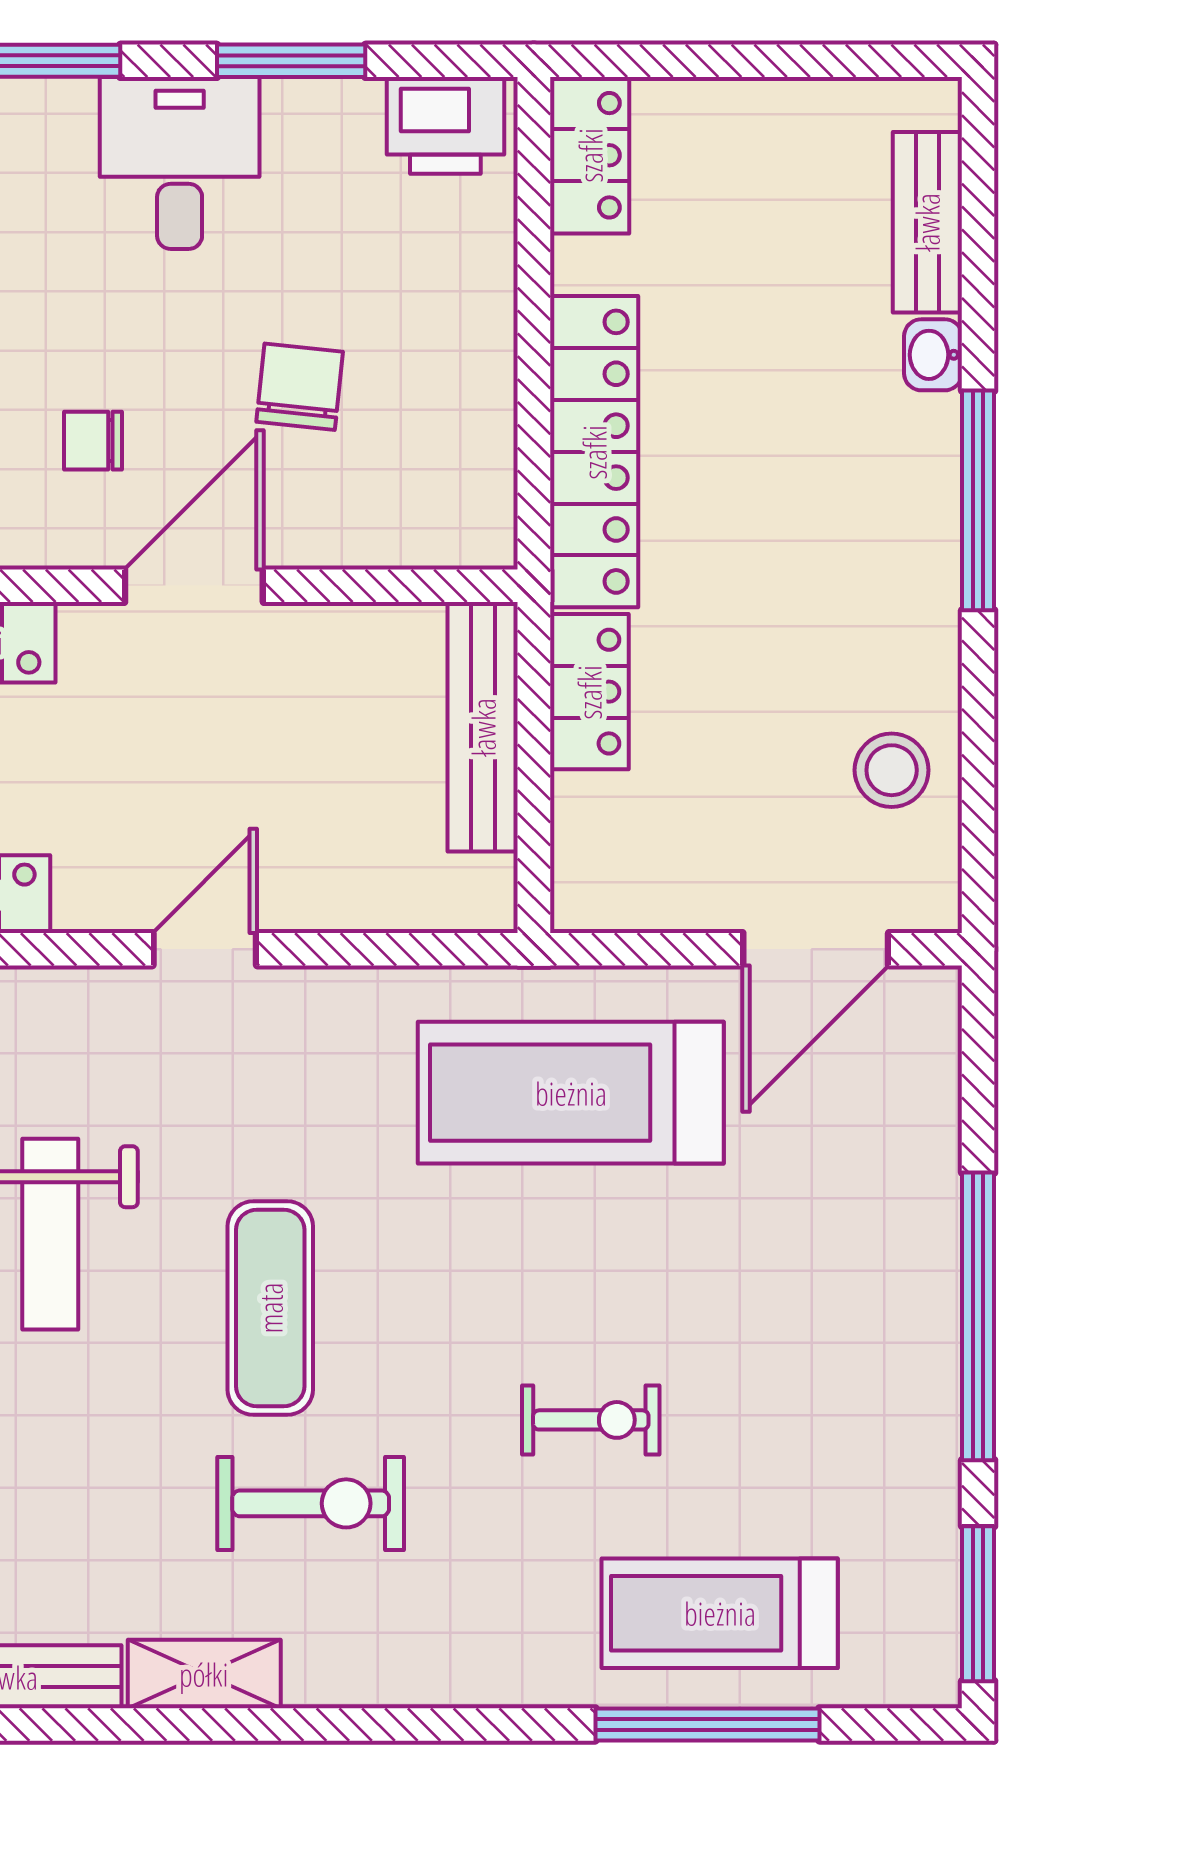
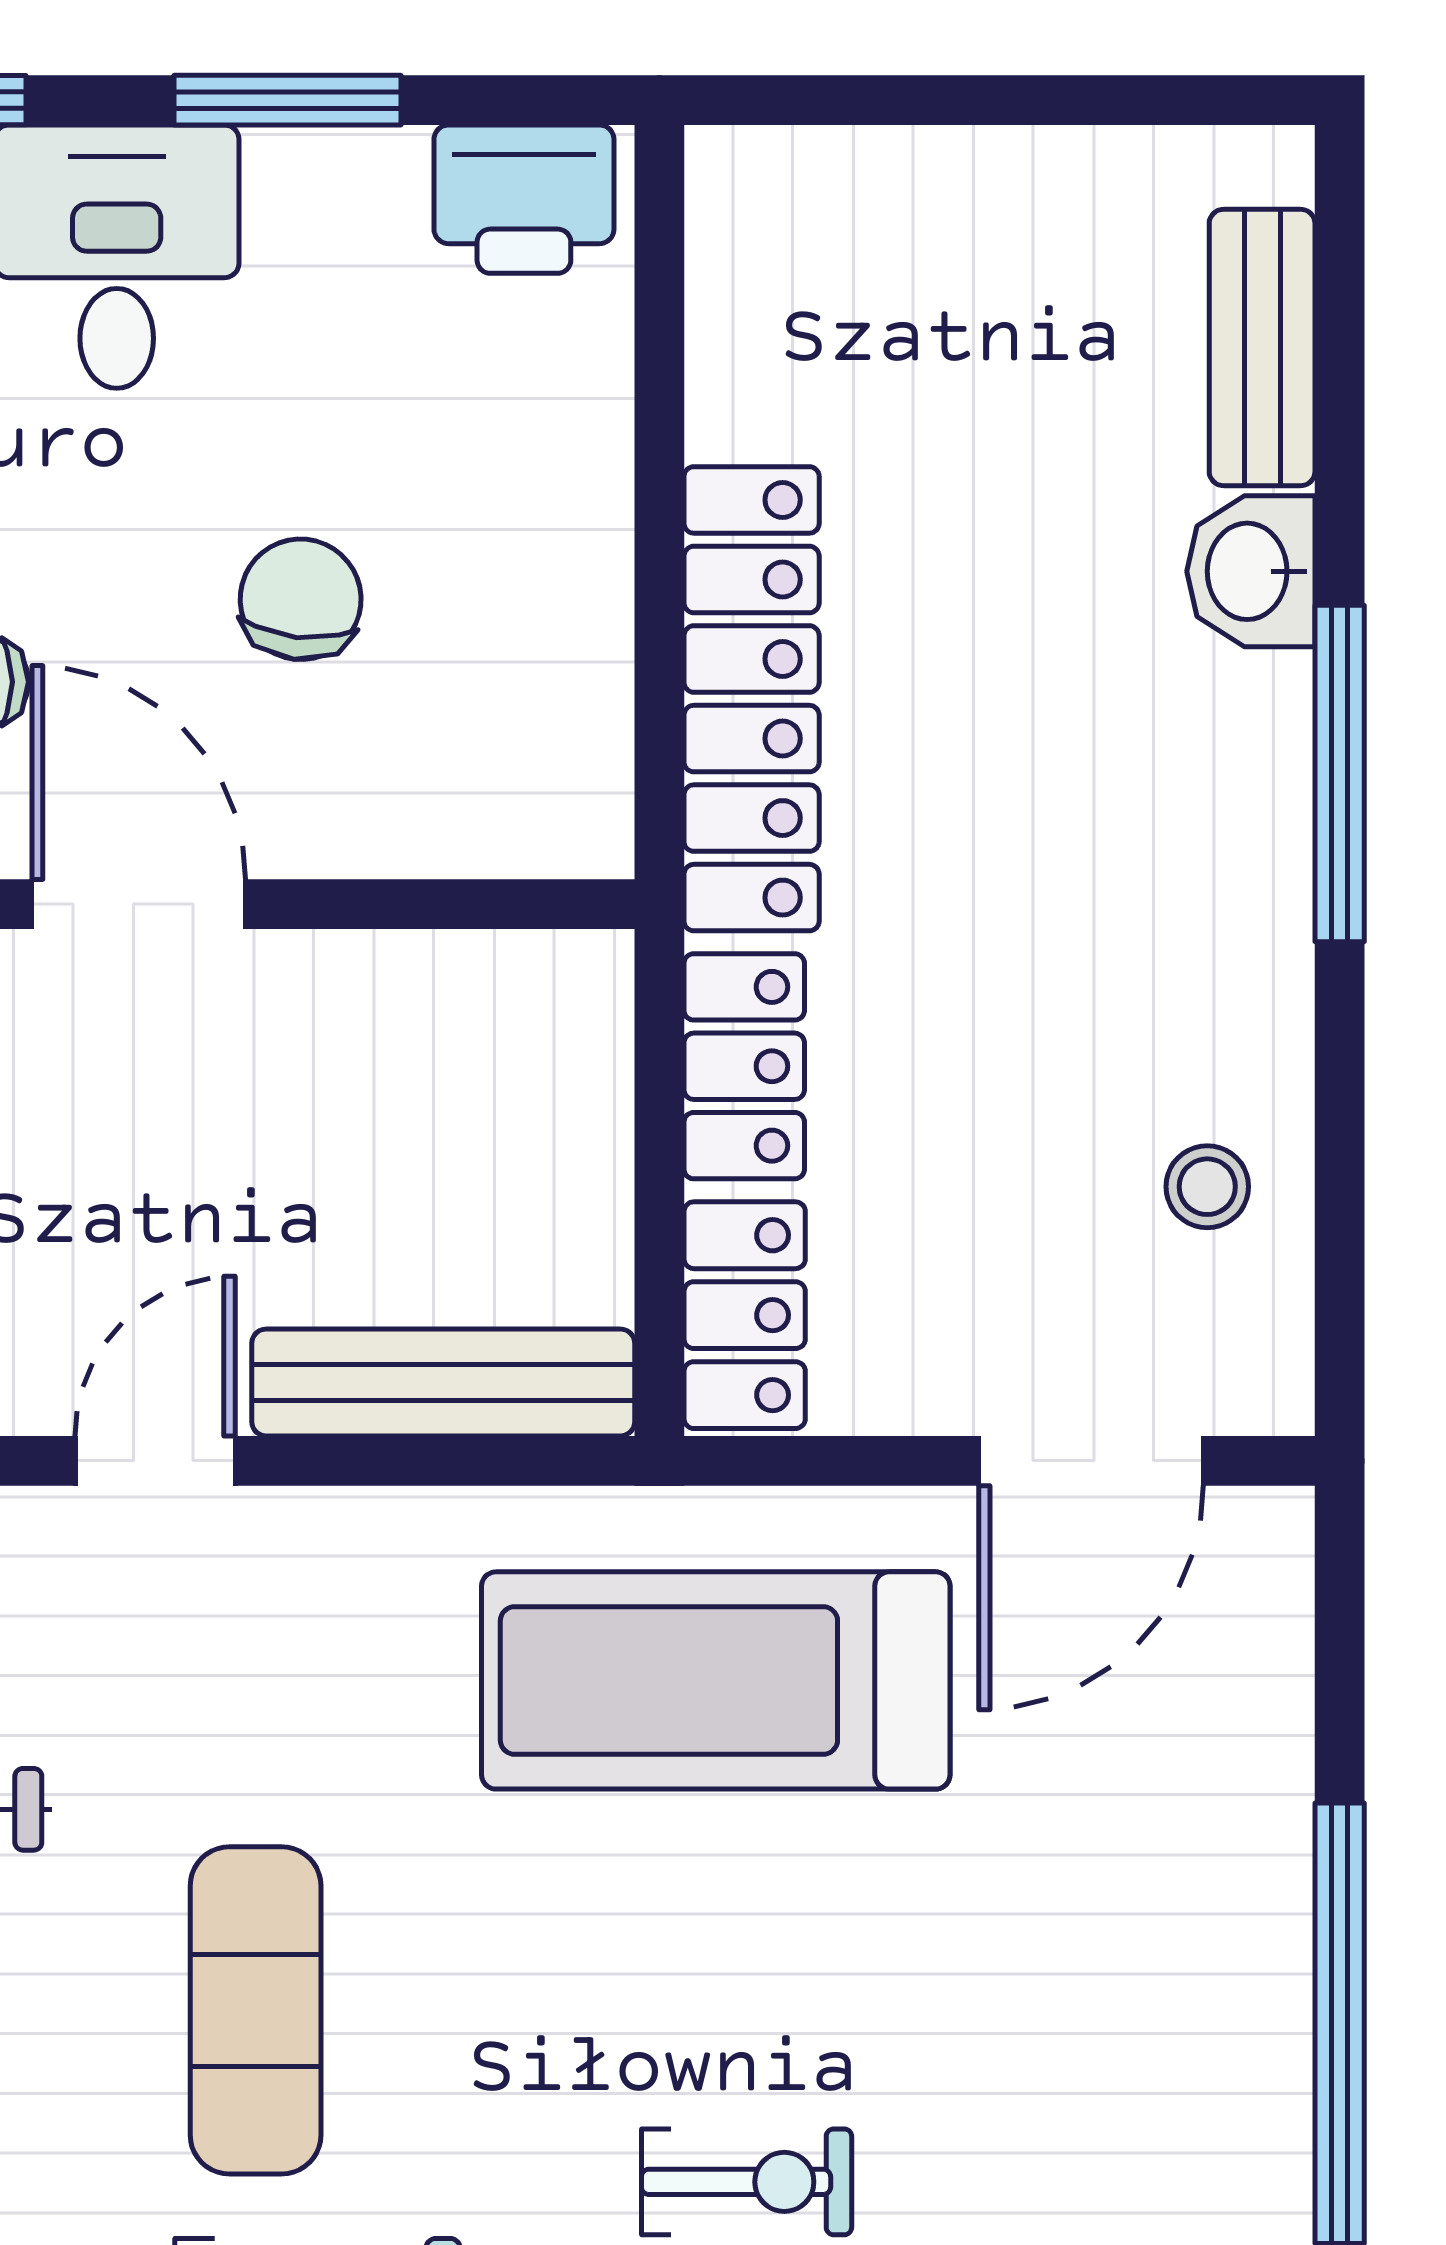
locker: (590, 155) -> (745, 1315), moved
washbasin: (933, 355) -> (1251, 571), width x1.38, depth x1.45
door: (194, 586) -> (139, 904), hinge flipped
bench: (483, 727) -> (443, 1382), moved, turned 90
stool: (892, 770) -> (1207, 1187), width x0.73, depth x0.73

